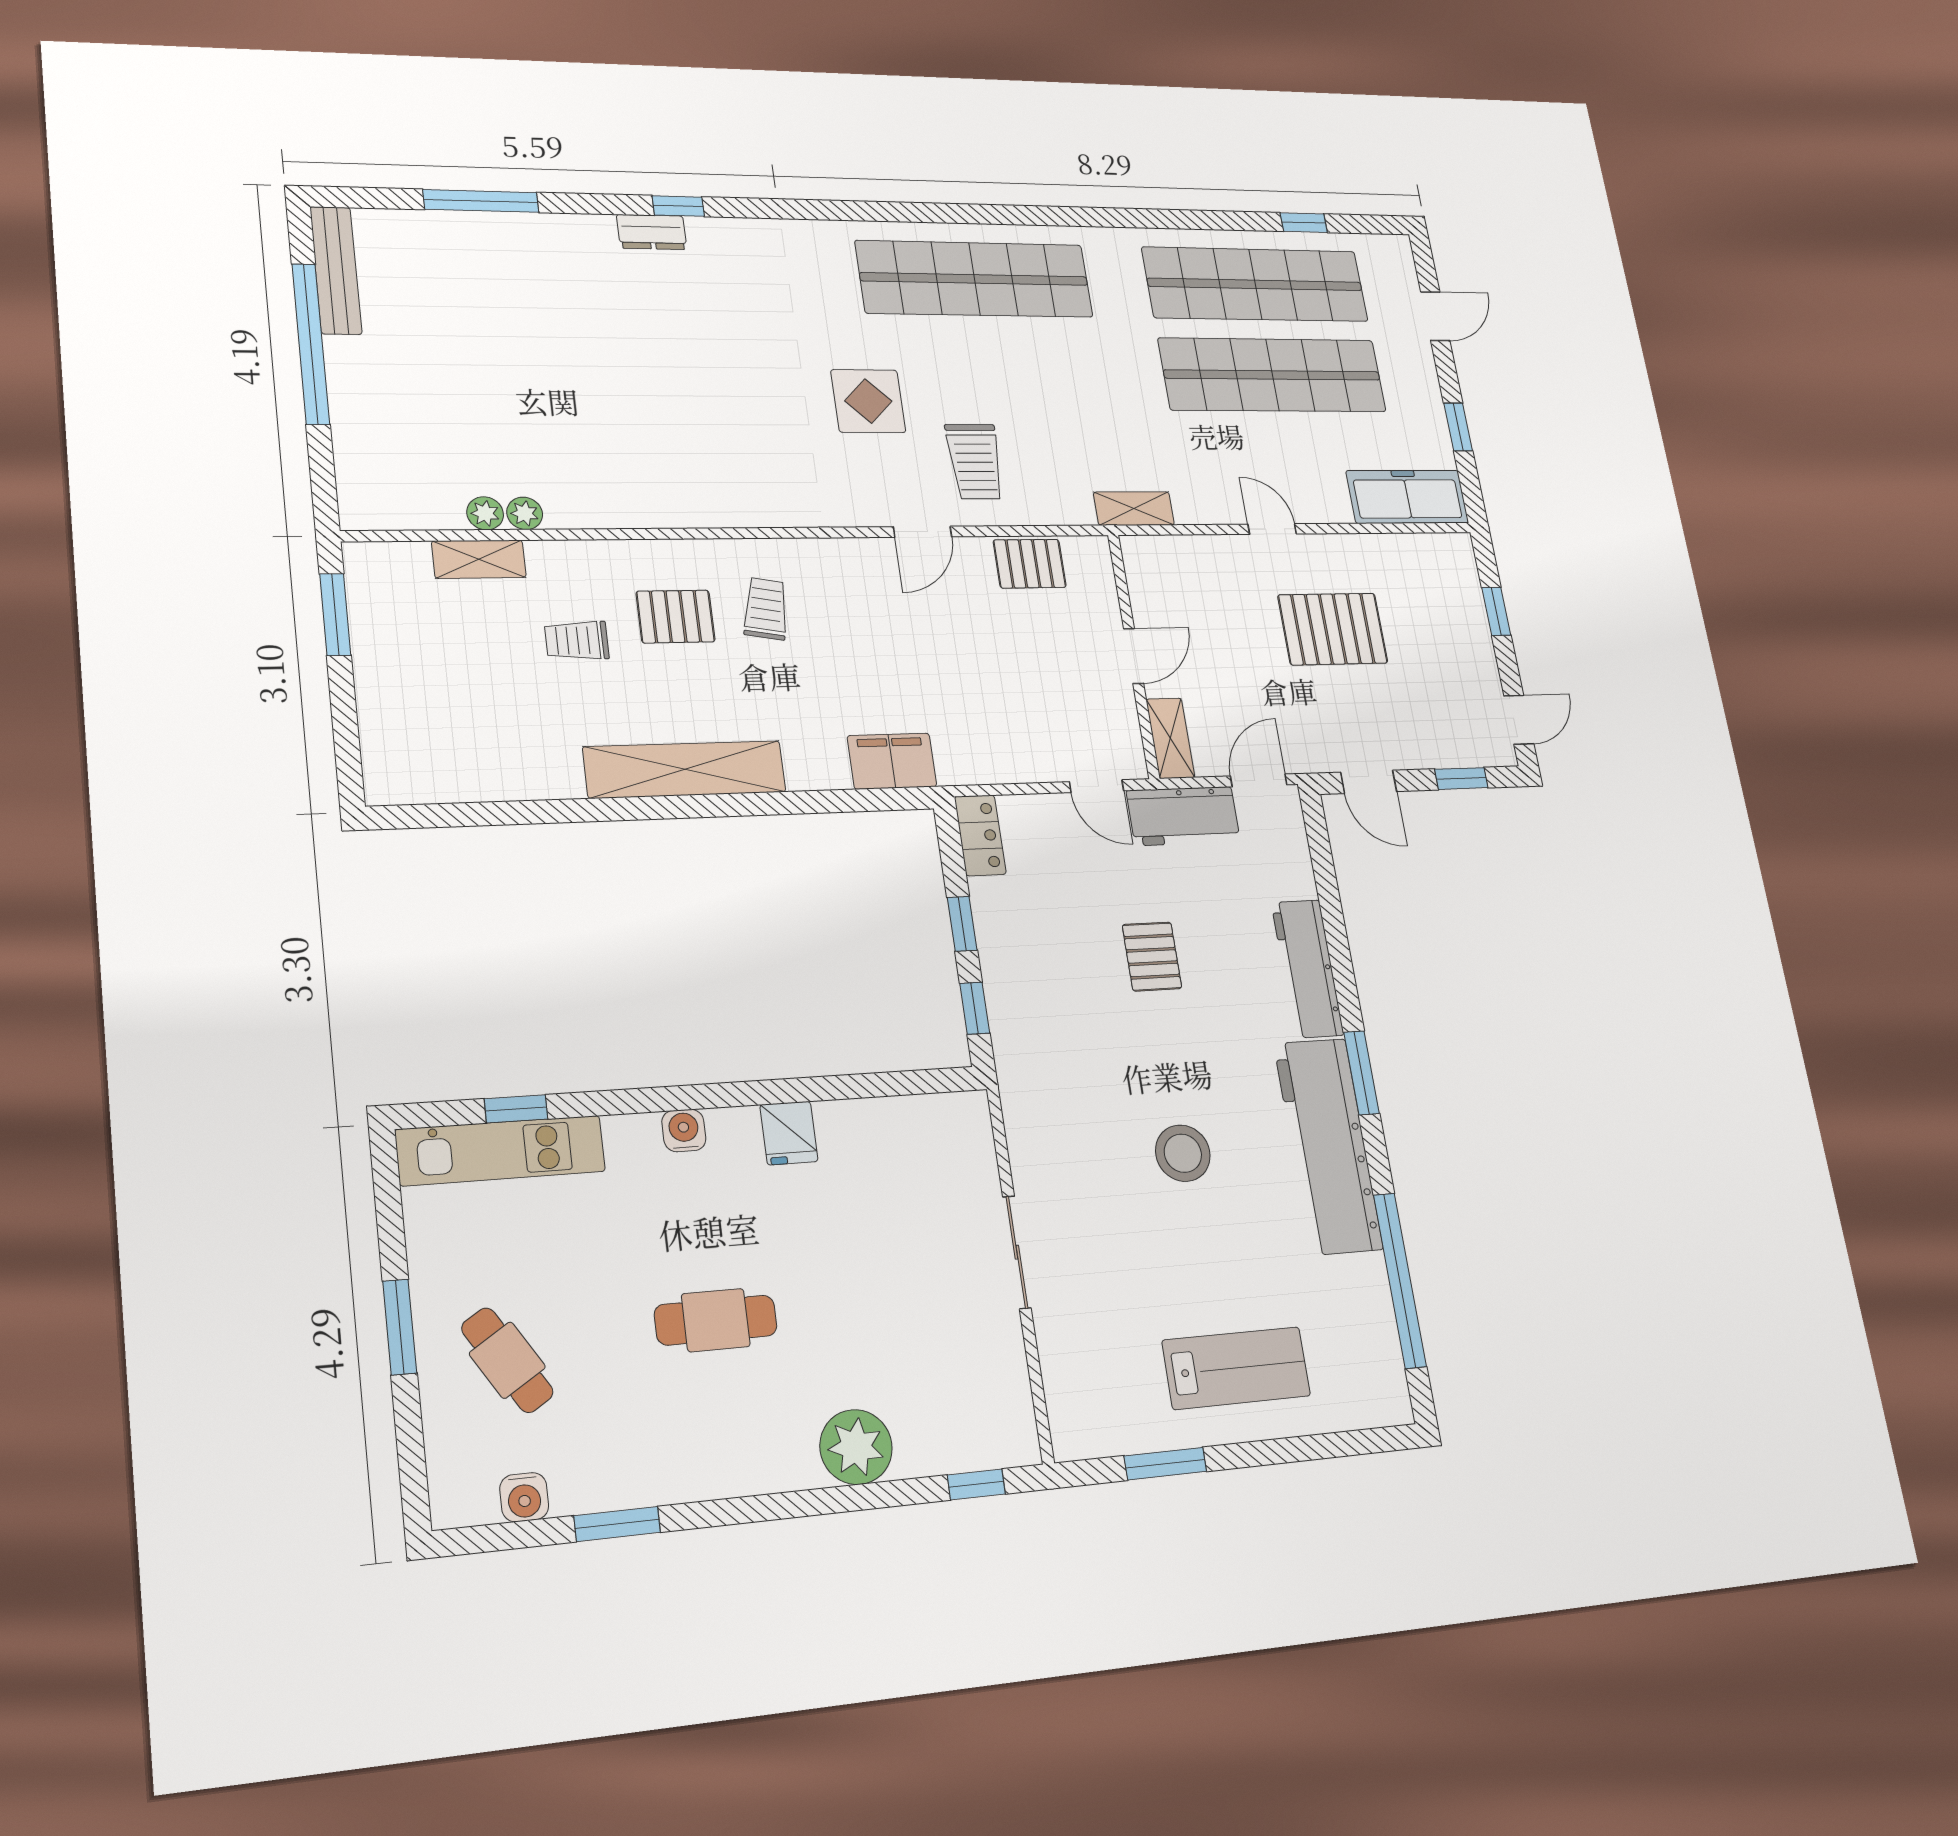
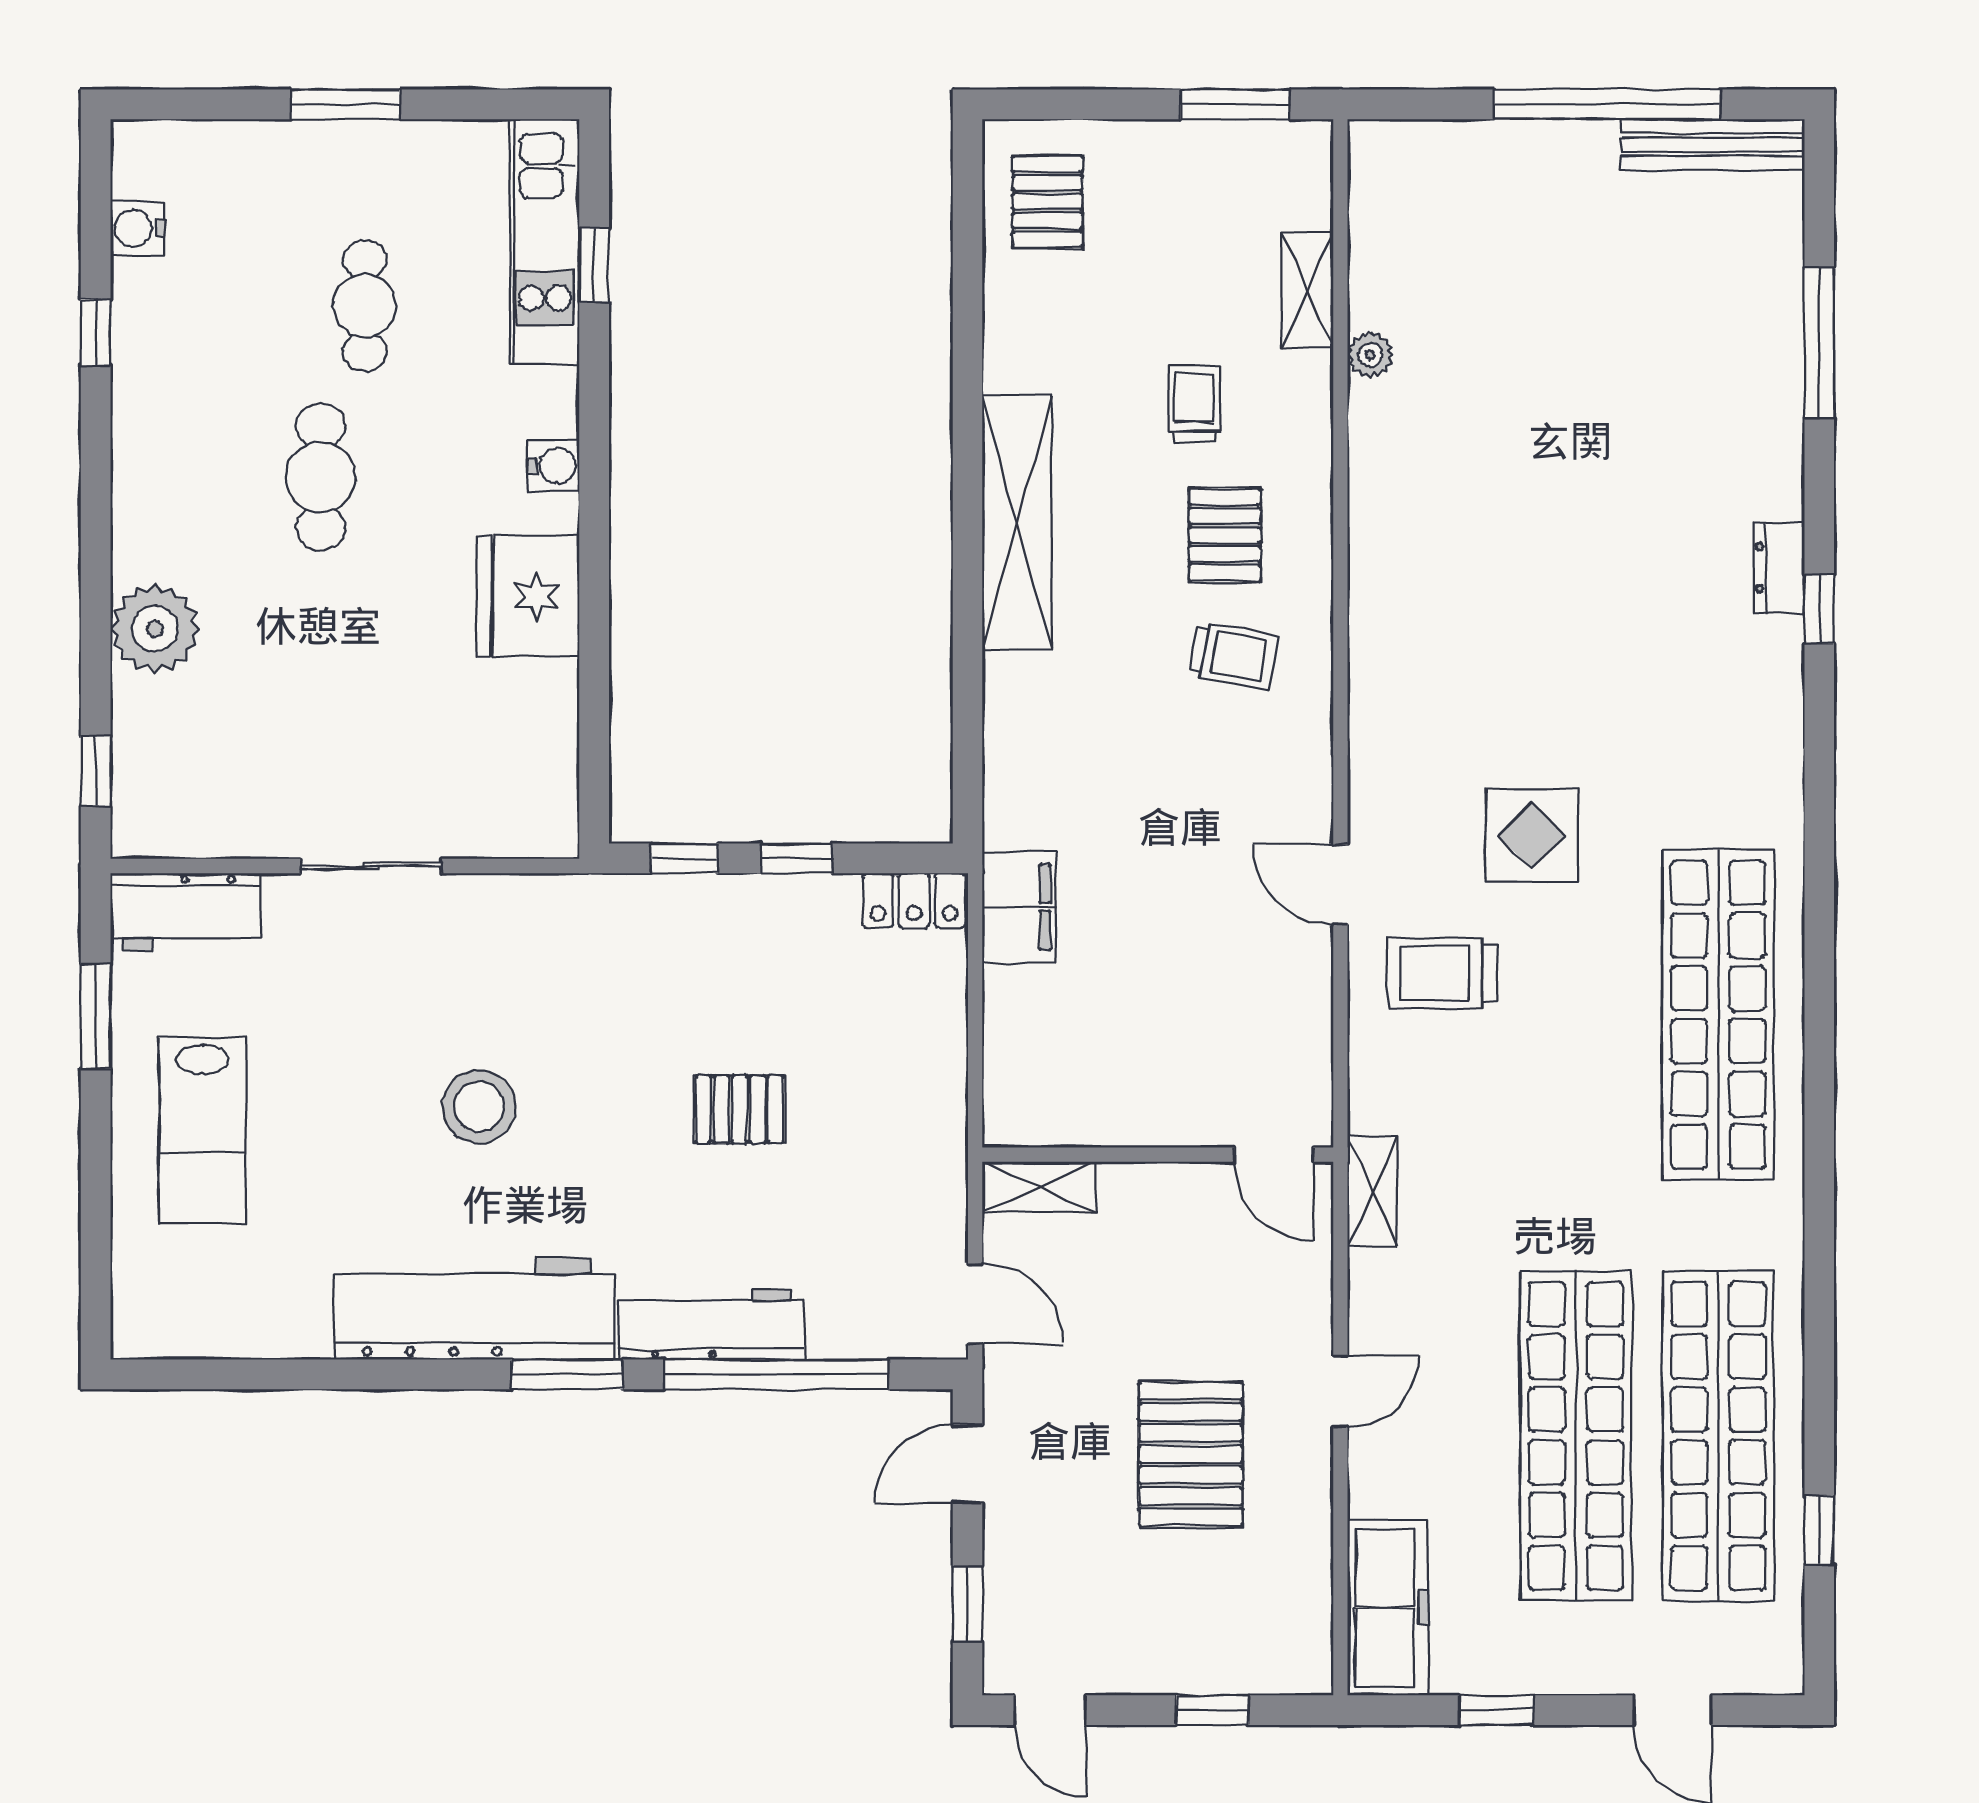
plant: (485, 513) -> (1371, 304), removed
pallet: (1030, 564) -> (1048, 202), moved
door: (1134, 656) -> (1274, 1155), moved
filing cabinet: (892, 761) -> (1019, 907), moved
door: (1097, 786) -> (975, 1071), removed
workbench: (1183, 816) -> (186, 912), moved, turned -90
fridge: (789, 1133) -> (528, 596), width x1.88, depth x1.34
window: (1400, 1280) -> (777, 1374), moved
cafe table: (507, 1360) -> (365, 306), moved, turned -58
window: (617, 1524) -> (96, 332), width x0.67

